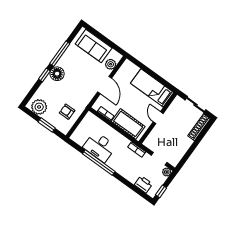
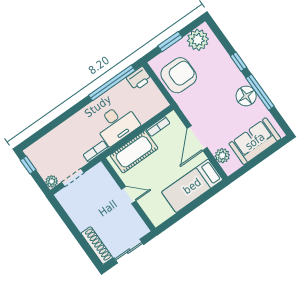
floor lamp: (57, 74) -> (246, 96), moved
door: (105, 85) -> (197, 138), hinge flipped
bed: (152, 88) -> (192, 186), moved, turned 180
armchair: (67, 112) -> (179, 75), width x1.88, depth x1.88
desk: (100, 147) -> (117, 124), moved, turned 180
window: (99, 163) -> (112, 83), moved
printer: (143, 184) -> (139, 79), moved

